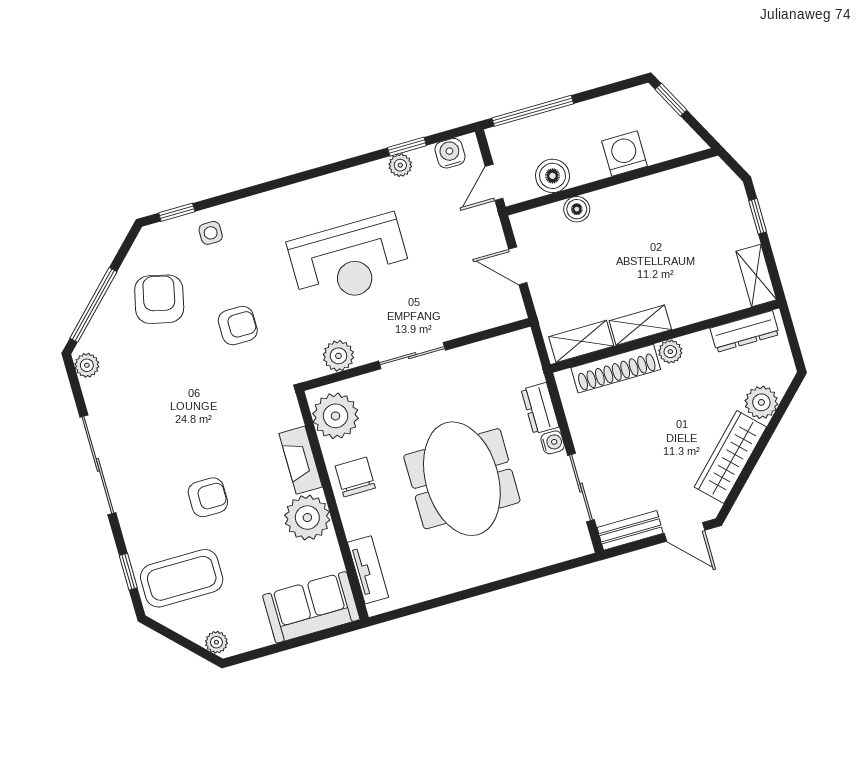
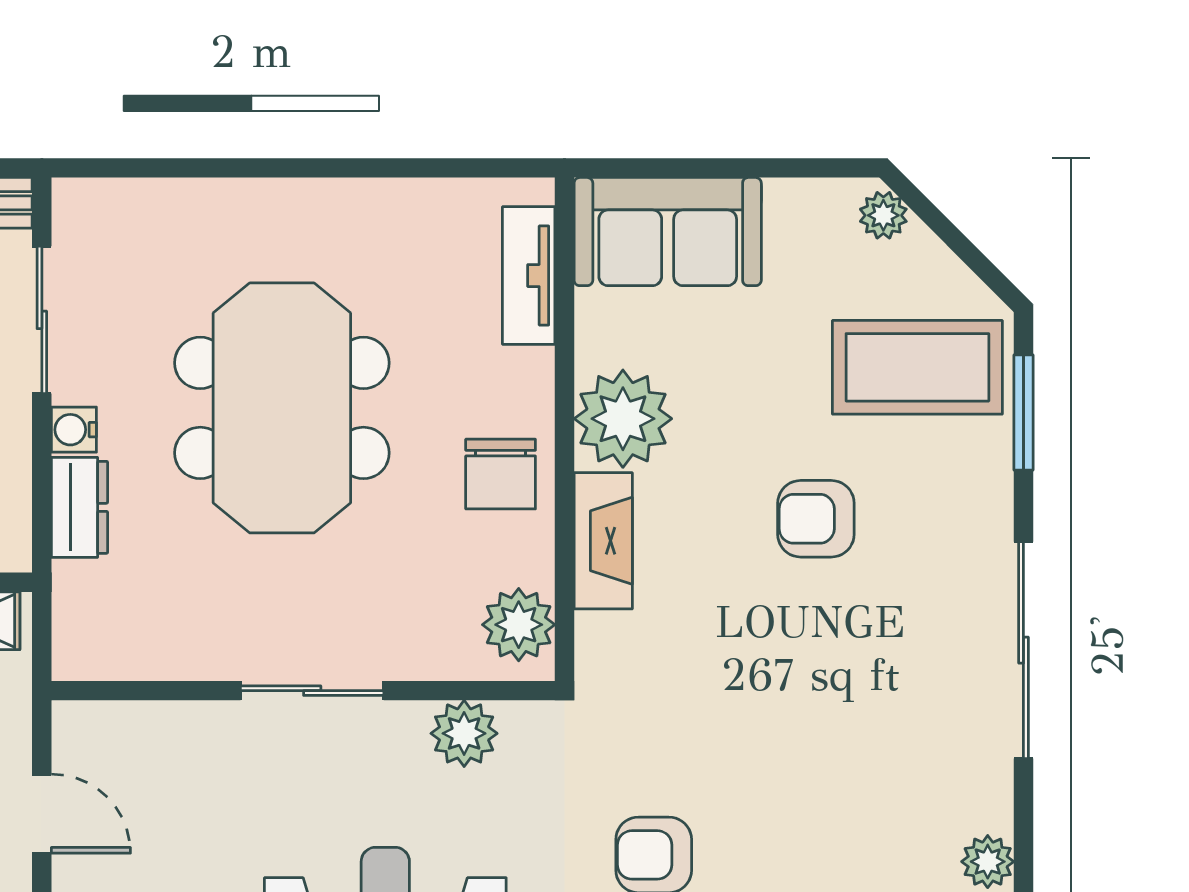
plant: (335, 416) -> (519, 625), width x0.73, depth x0.73
window: (128, 572) -> (1023, 412), width x1.50

